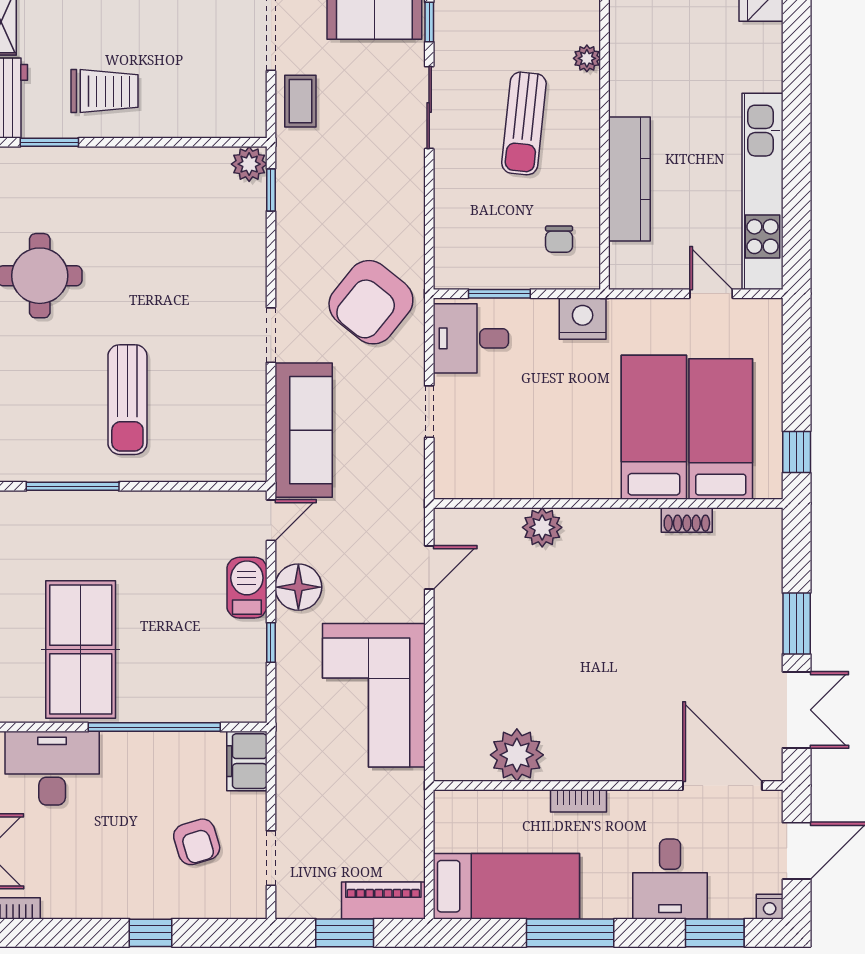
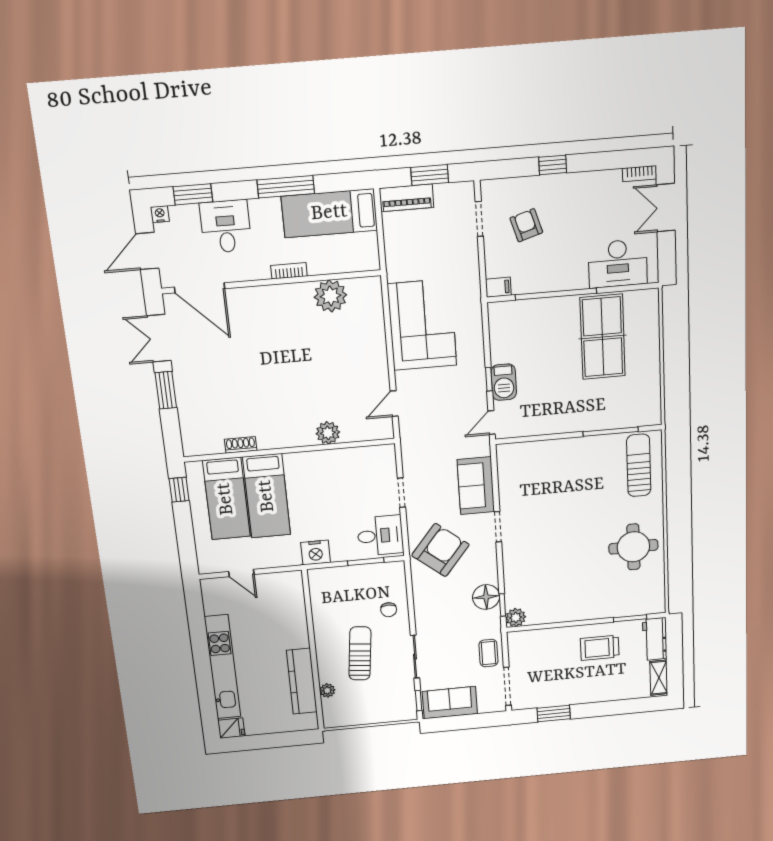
kitchen counter: (629, 179) -> (302, 681), moved
kitchen unit: (763, 191) -> (223, 667), moved
chair: (559, 239) -> (389, 610), moved, turned 180
sun lounger: (127, 400) -> (639, 465), moved
sofa: (304, 430) -> (476, 486), width x0.73
floor lamp: (298, 587) -> (486, 597), moved
window: (271, 643) -> (489, 379), moved
filing cabinet: (247, 761) -> (498, 287), width x0.50

